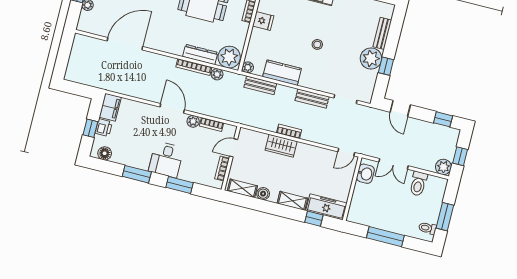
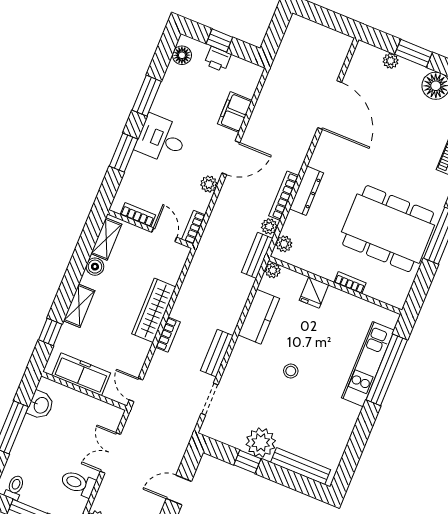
fridge: (263, 21) -> (314, 292), moved
bench: (382, 33) -> (301, 466), width x1.36
dresser: (200, 54) -> (306, 191), moved
plant: (229, 57) -> (284, 244), width x0.53, depth x0.53
bench: (260, 85) -> (257, 255), moved
filing cabinet: (110, 107) -> (235, 112), moved, turned 90
door: (400, 108) -> (179, 490), moved
bookcase: (211, 124) -> (193, 227), moved
bookcase: (289, 131) -> (168, 335), moved
wardrobe: (281, 146) -> (154, 310), width x1.50
washbasin: (365, 174) -> (41, 405), moved, turned -90
freezer: (326, 207) -> (81, 374), moved, turned -90

